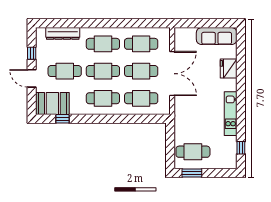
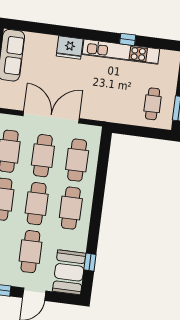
fridge: (229, 68) -> (70, 48), moved
kitchen unit: (231, 114) -> (121, 52), width x1.36
window: (241, 148) -> (128, 39), moved
cafe table: (193, 152) -> (153, 104), width x0.73, depth x0.74

